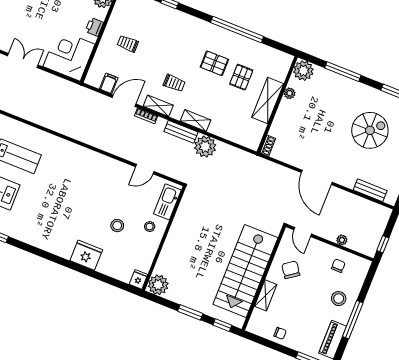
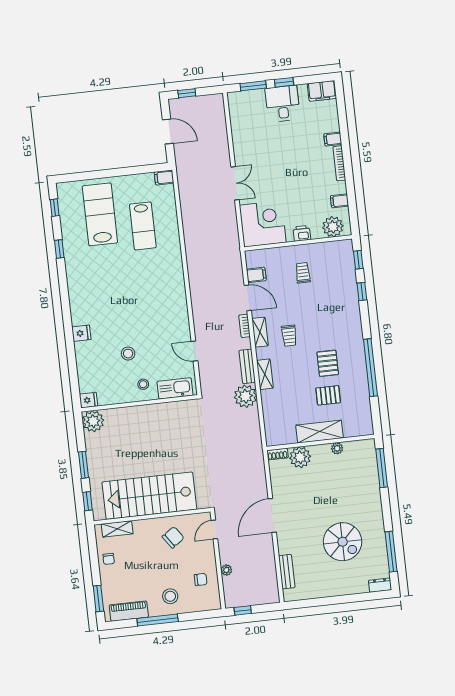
plant: (303, 71) -> (300, 457), moved
window: (343, 72) -> (382, 468), moved
fridge: (86, 255) -> (81, 333), width x0.53, depth x0.75
shelving: (266, 295) -> (117, 529), moved

